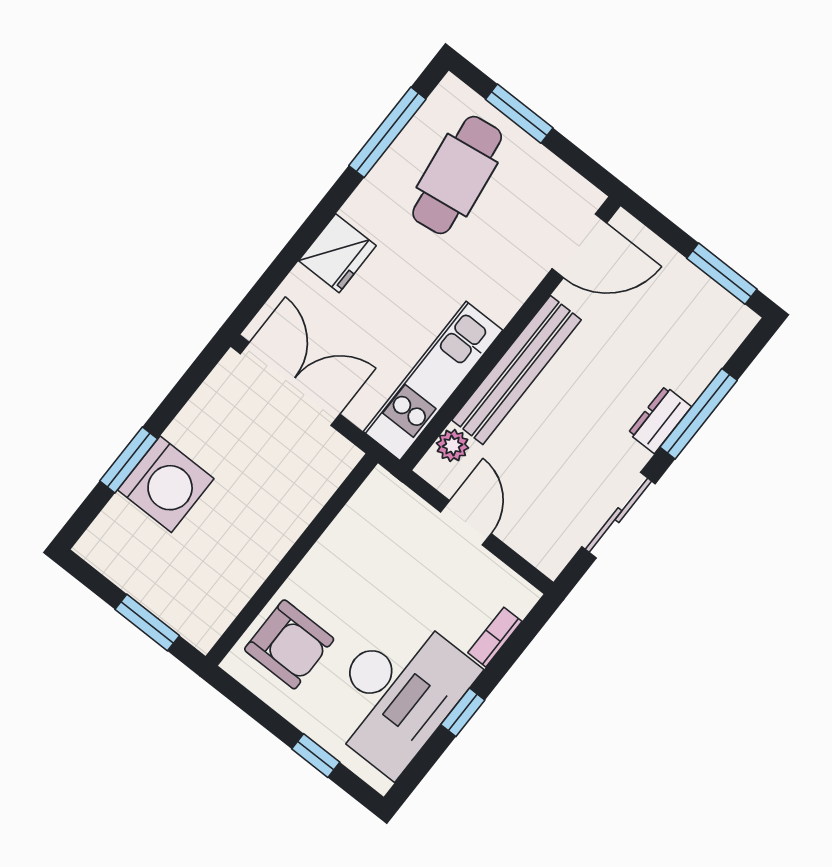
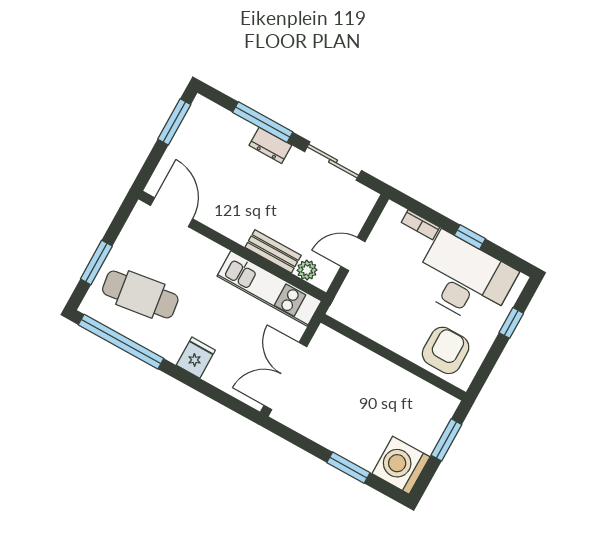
window: (387, 132) -> (121, 342), width x1.46
fridge: (337, 253) -> (196, 358), width x0.72
bench: (517, 370) -> (273, 251), width x0.54, depth x0.82
washing machine: (166, 484) -> (401, 465), moved, turned -90

